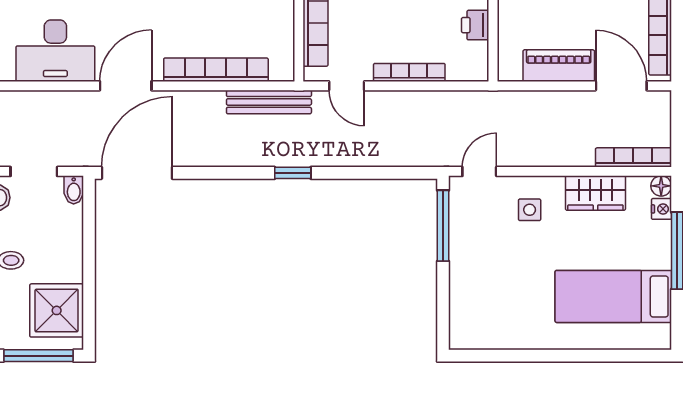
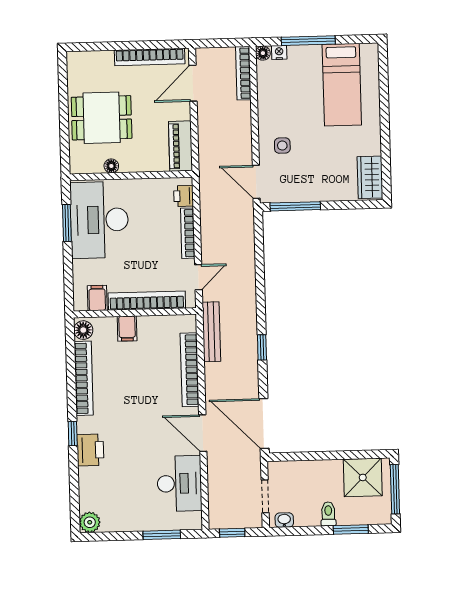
printer: (475, 25) -> (184, 196), moved, turned 90
piano: (559, 66) -> (180, 146), moved
door: (479, 171) -> (256, 182), width x1.38
window: (293, 173) -> (262, 347), moved
bidet: (74, 190) -> (277, 468), removed
wardrobe: (595, 193) -> (370, 177), moved, turned 180

